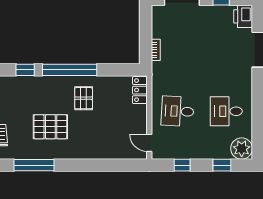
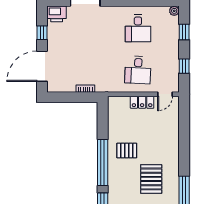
locker: (140, 90) -> (142, 102), moved
plant: (242, 149) -> (174, 11), width x0.53, depth x0.53

